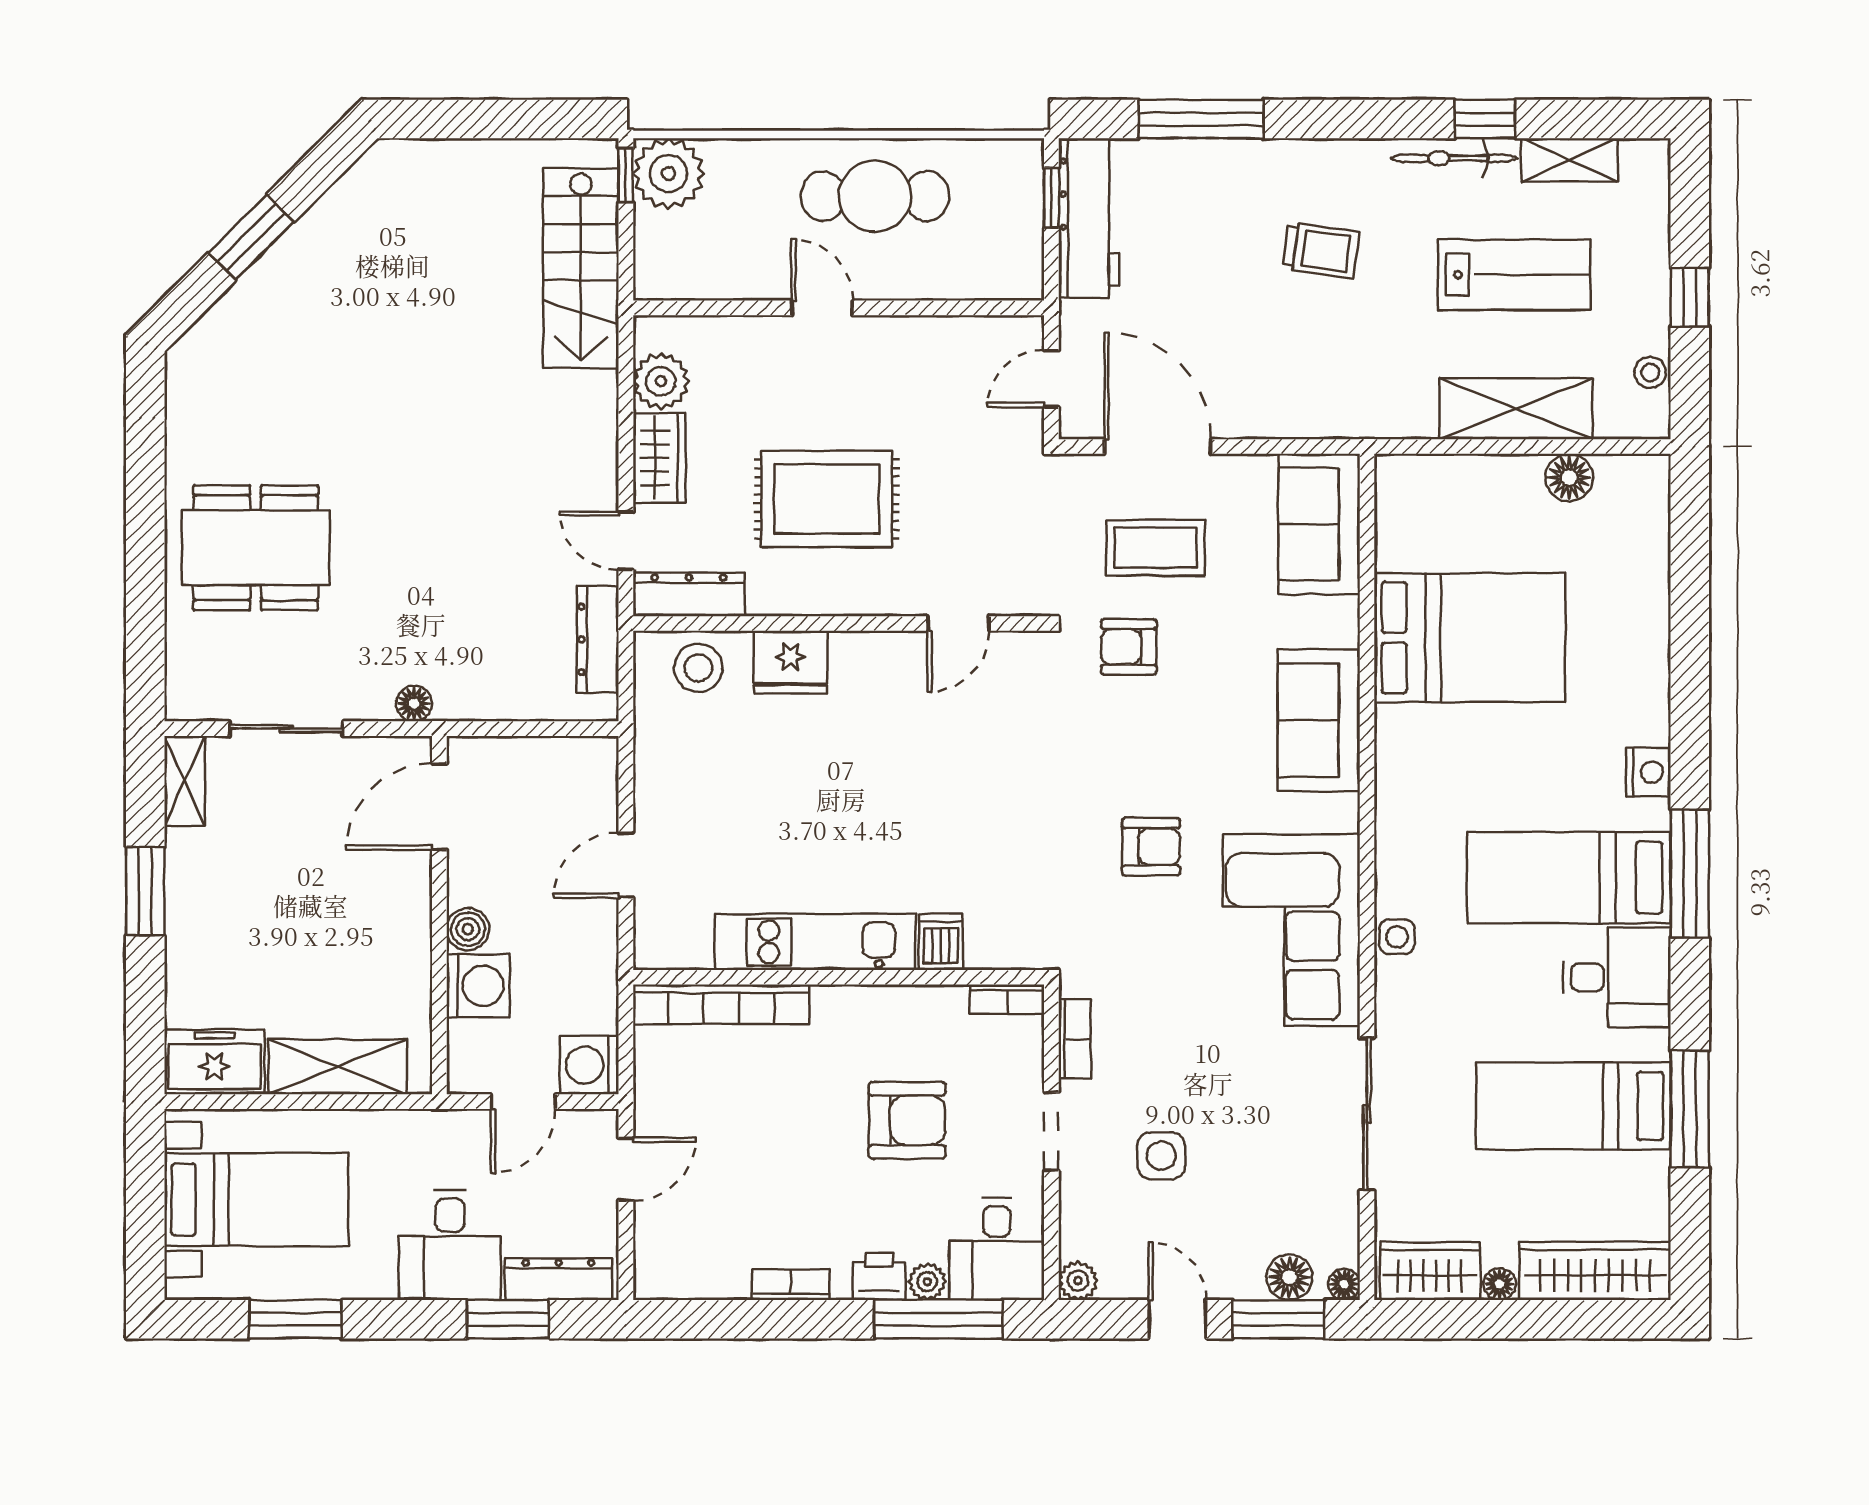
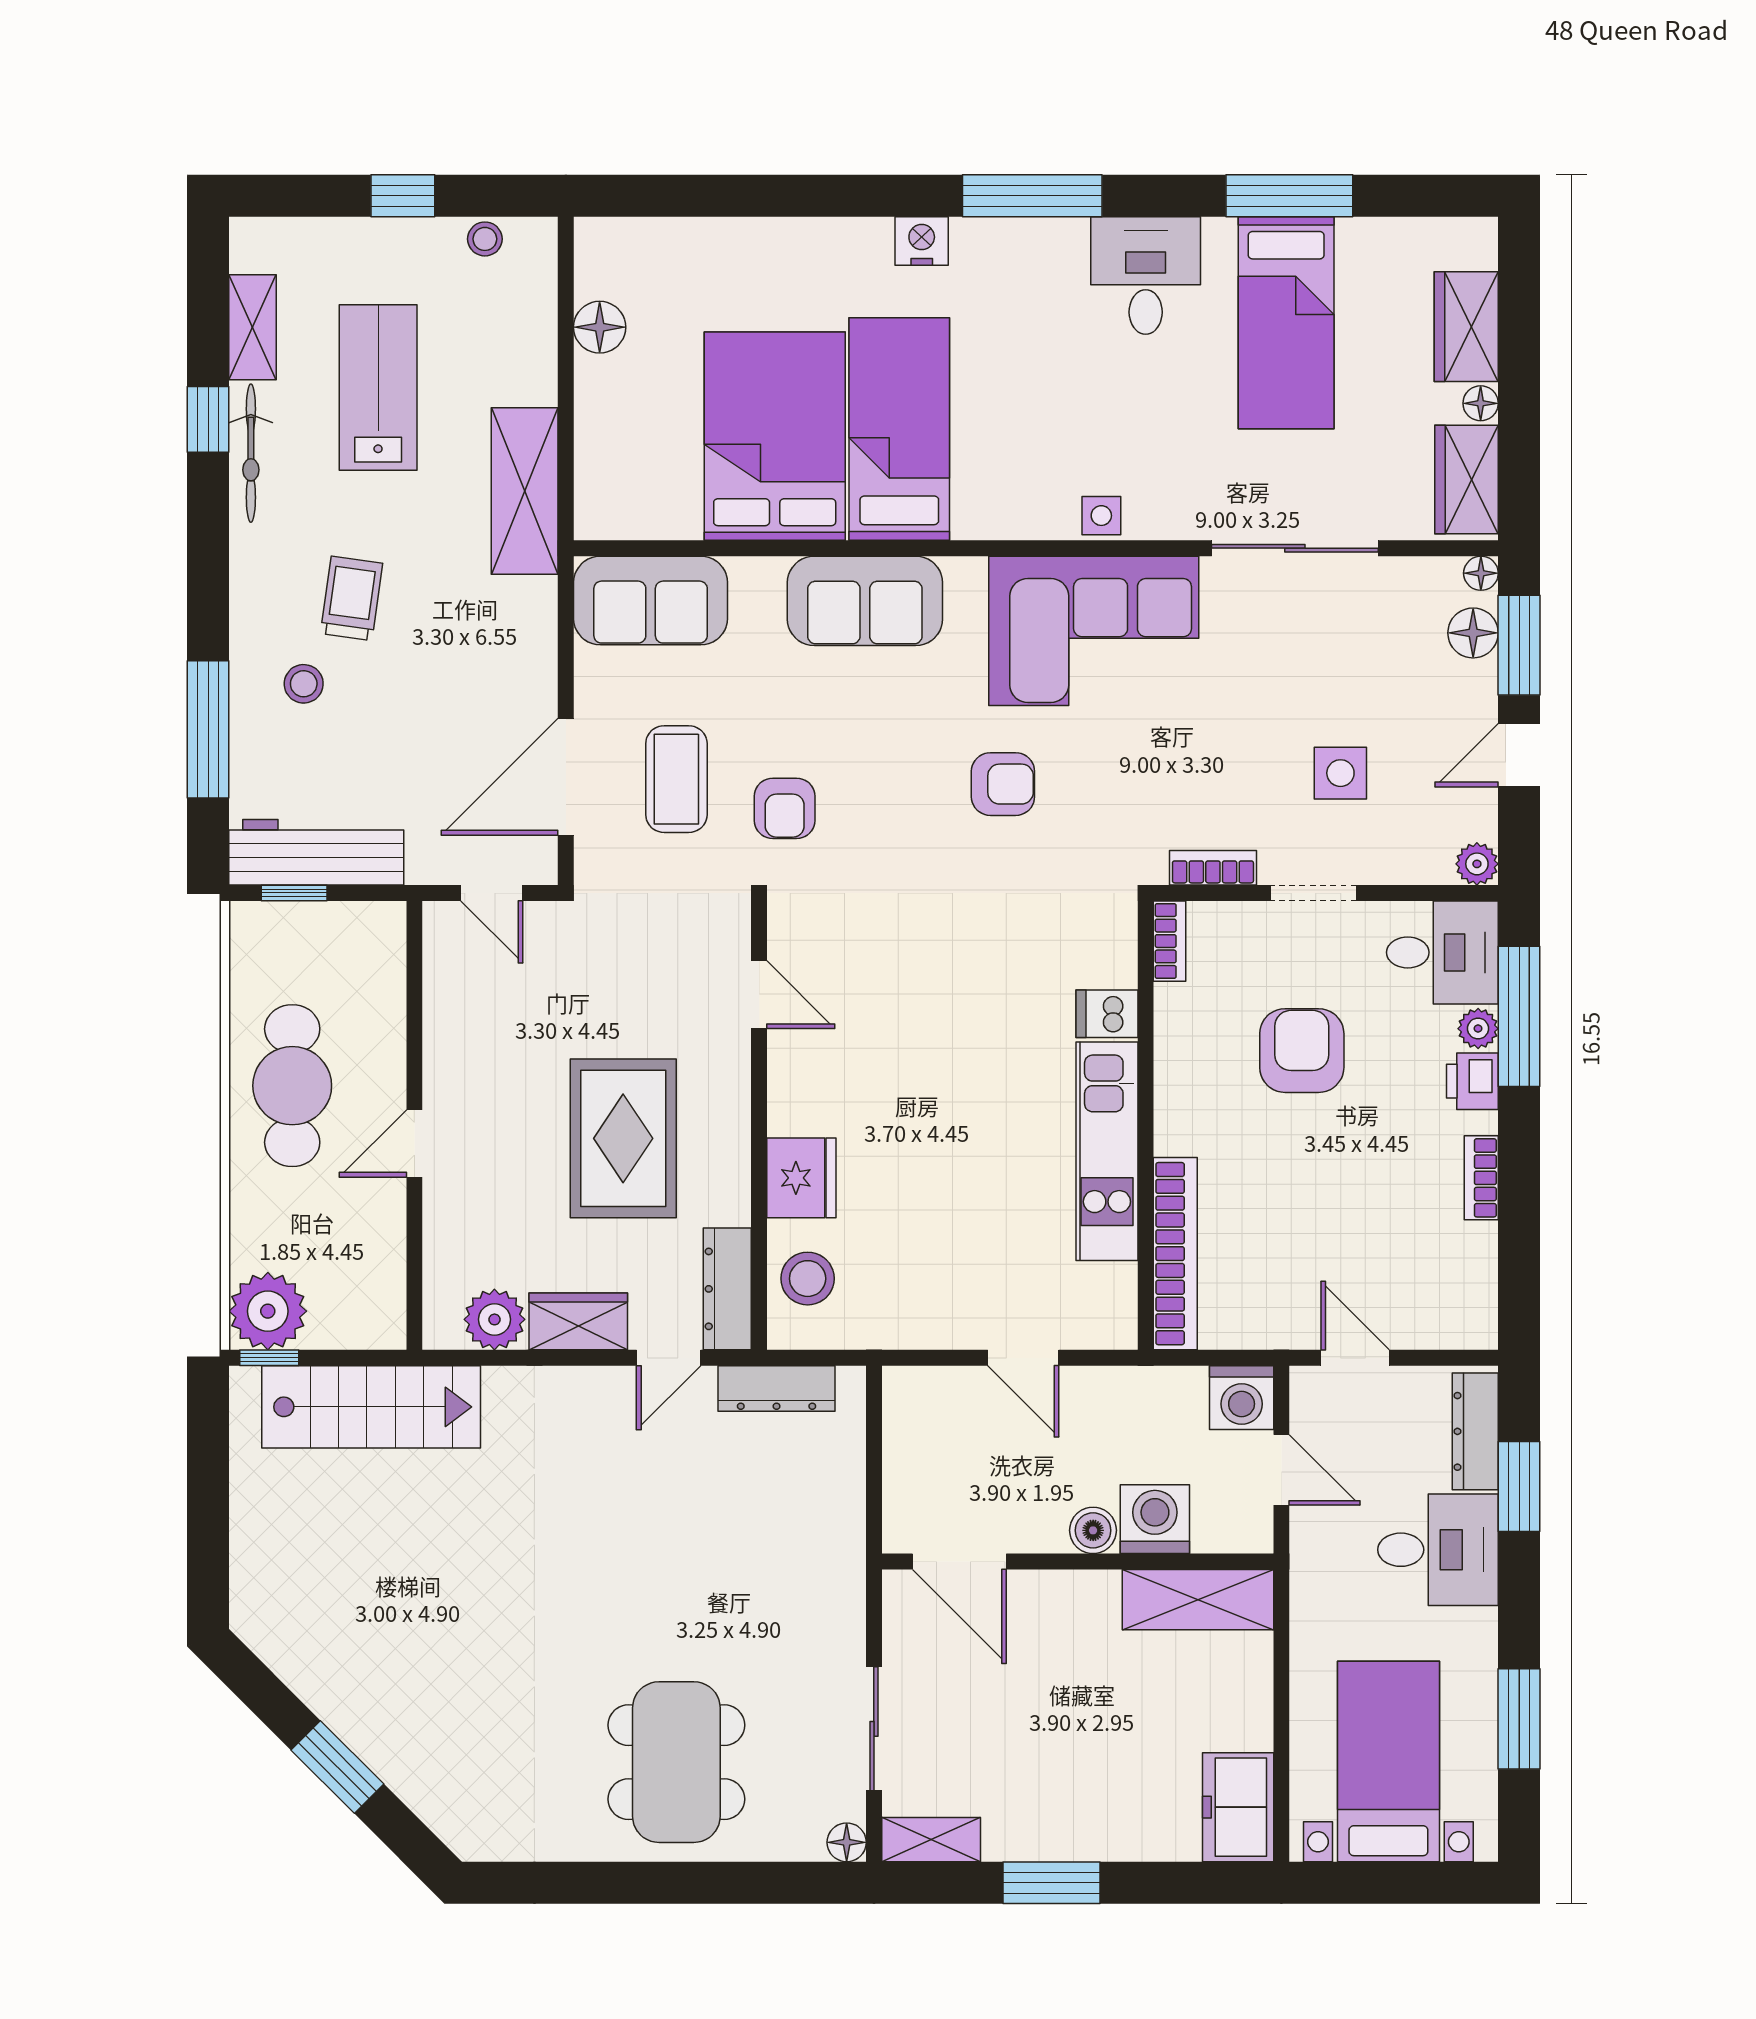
stool: (1243, 207) -> (304, 684), added
shelving: (1516, 409) -> (525, 491), moved
floor lamp: (414, 704) -> (847, 1842), moved
armchair: (1151, 847) -> (1003, 784), turned 90
bed: (1569, 878) -> (899, 429), moved, turned 180
shelving: (337, 1067) -> (1198, 1600), moved, turned 90
wardrobe: (1595, 1271) -> (1466, 327), width x0.67

